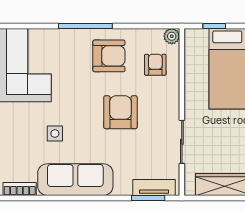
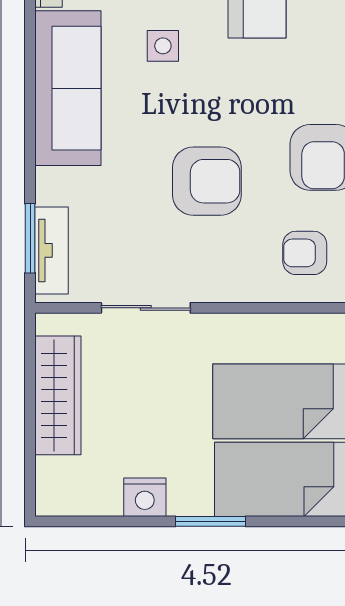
armchair: (155, 65) -> (305, 253), turned 180

